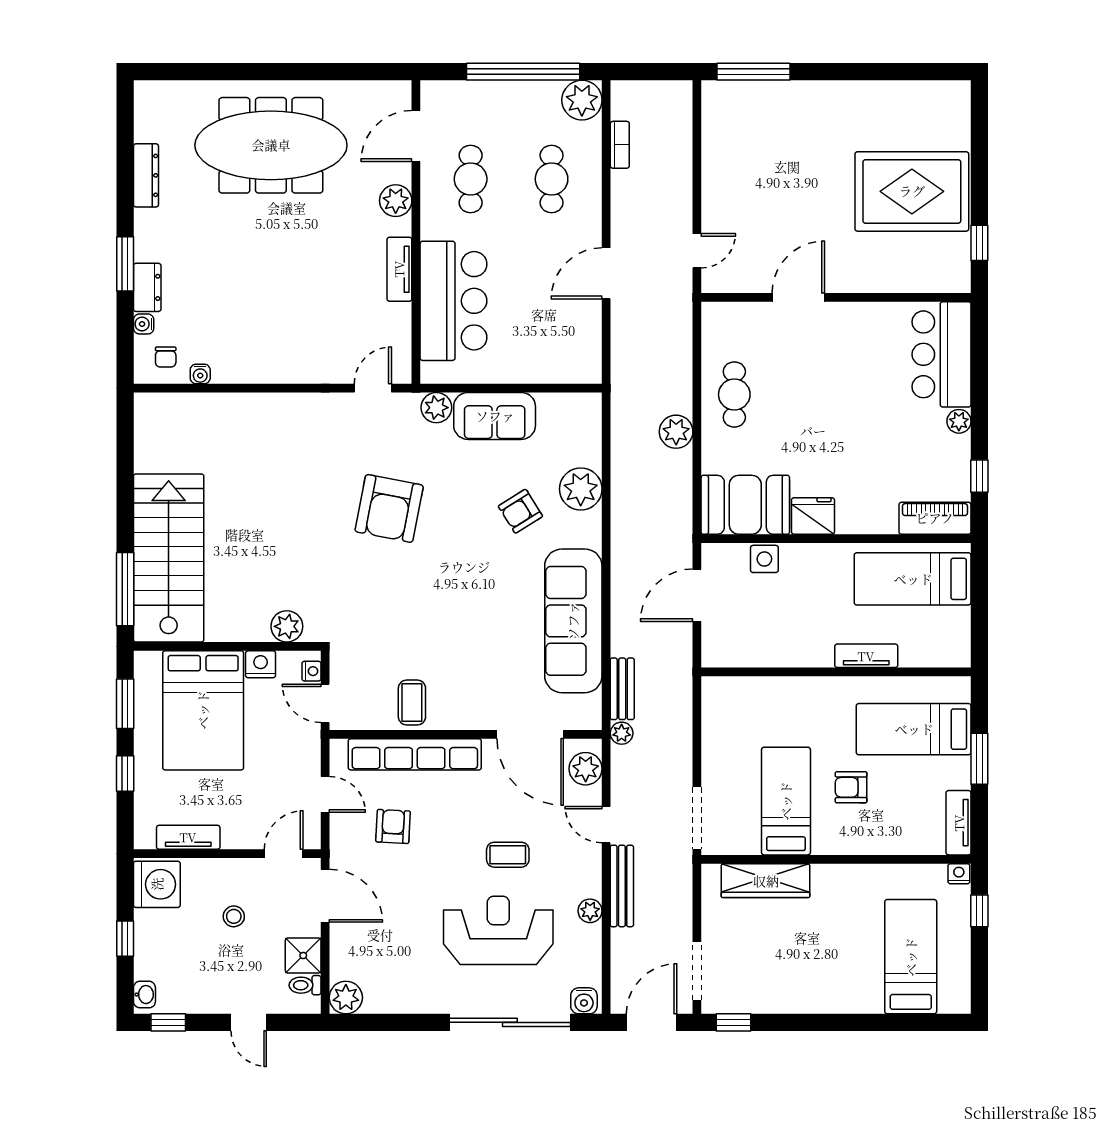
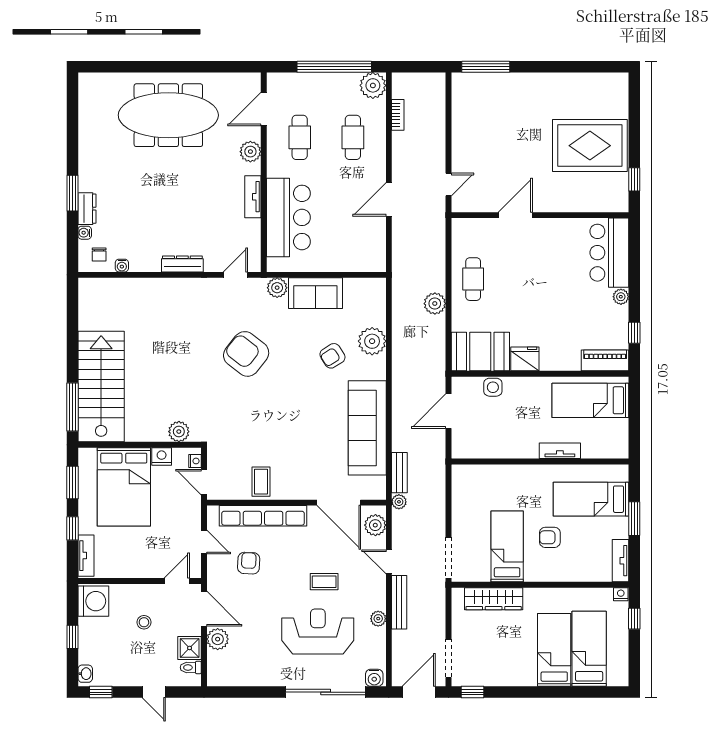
dresser: (146, 175) -> (182, 264), moved, turned -90
armchair: (389, 508) -> (246, 354), turned 117
tv unit: (188, 837) -> (86, 556), moved, turned 90
bed: (858, 958) -> (554, 650), added
plant: (346, 998) -> (218, 639), moved

